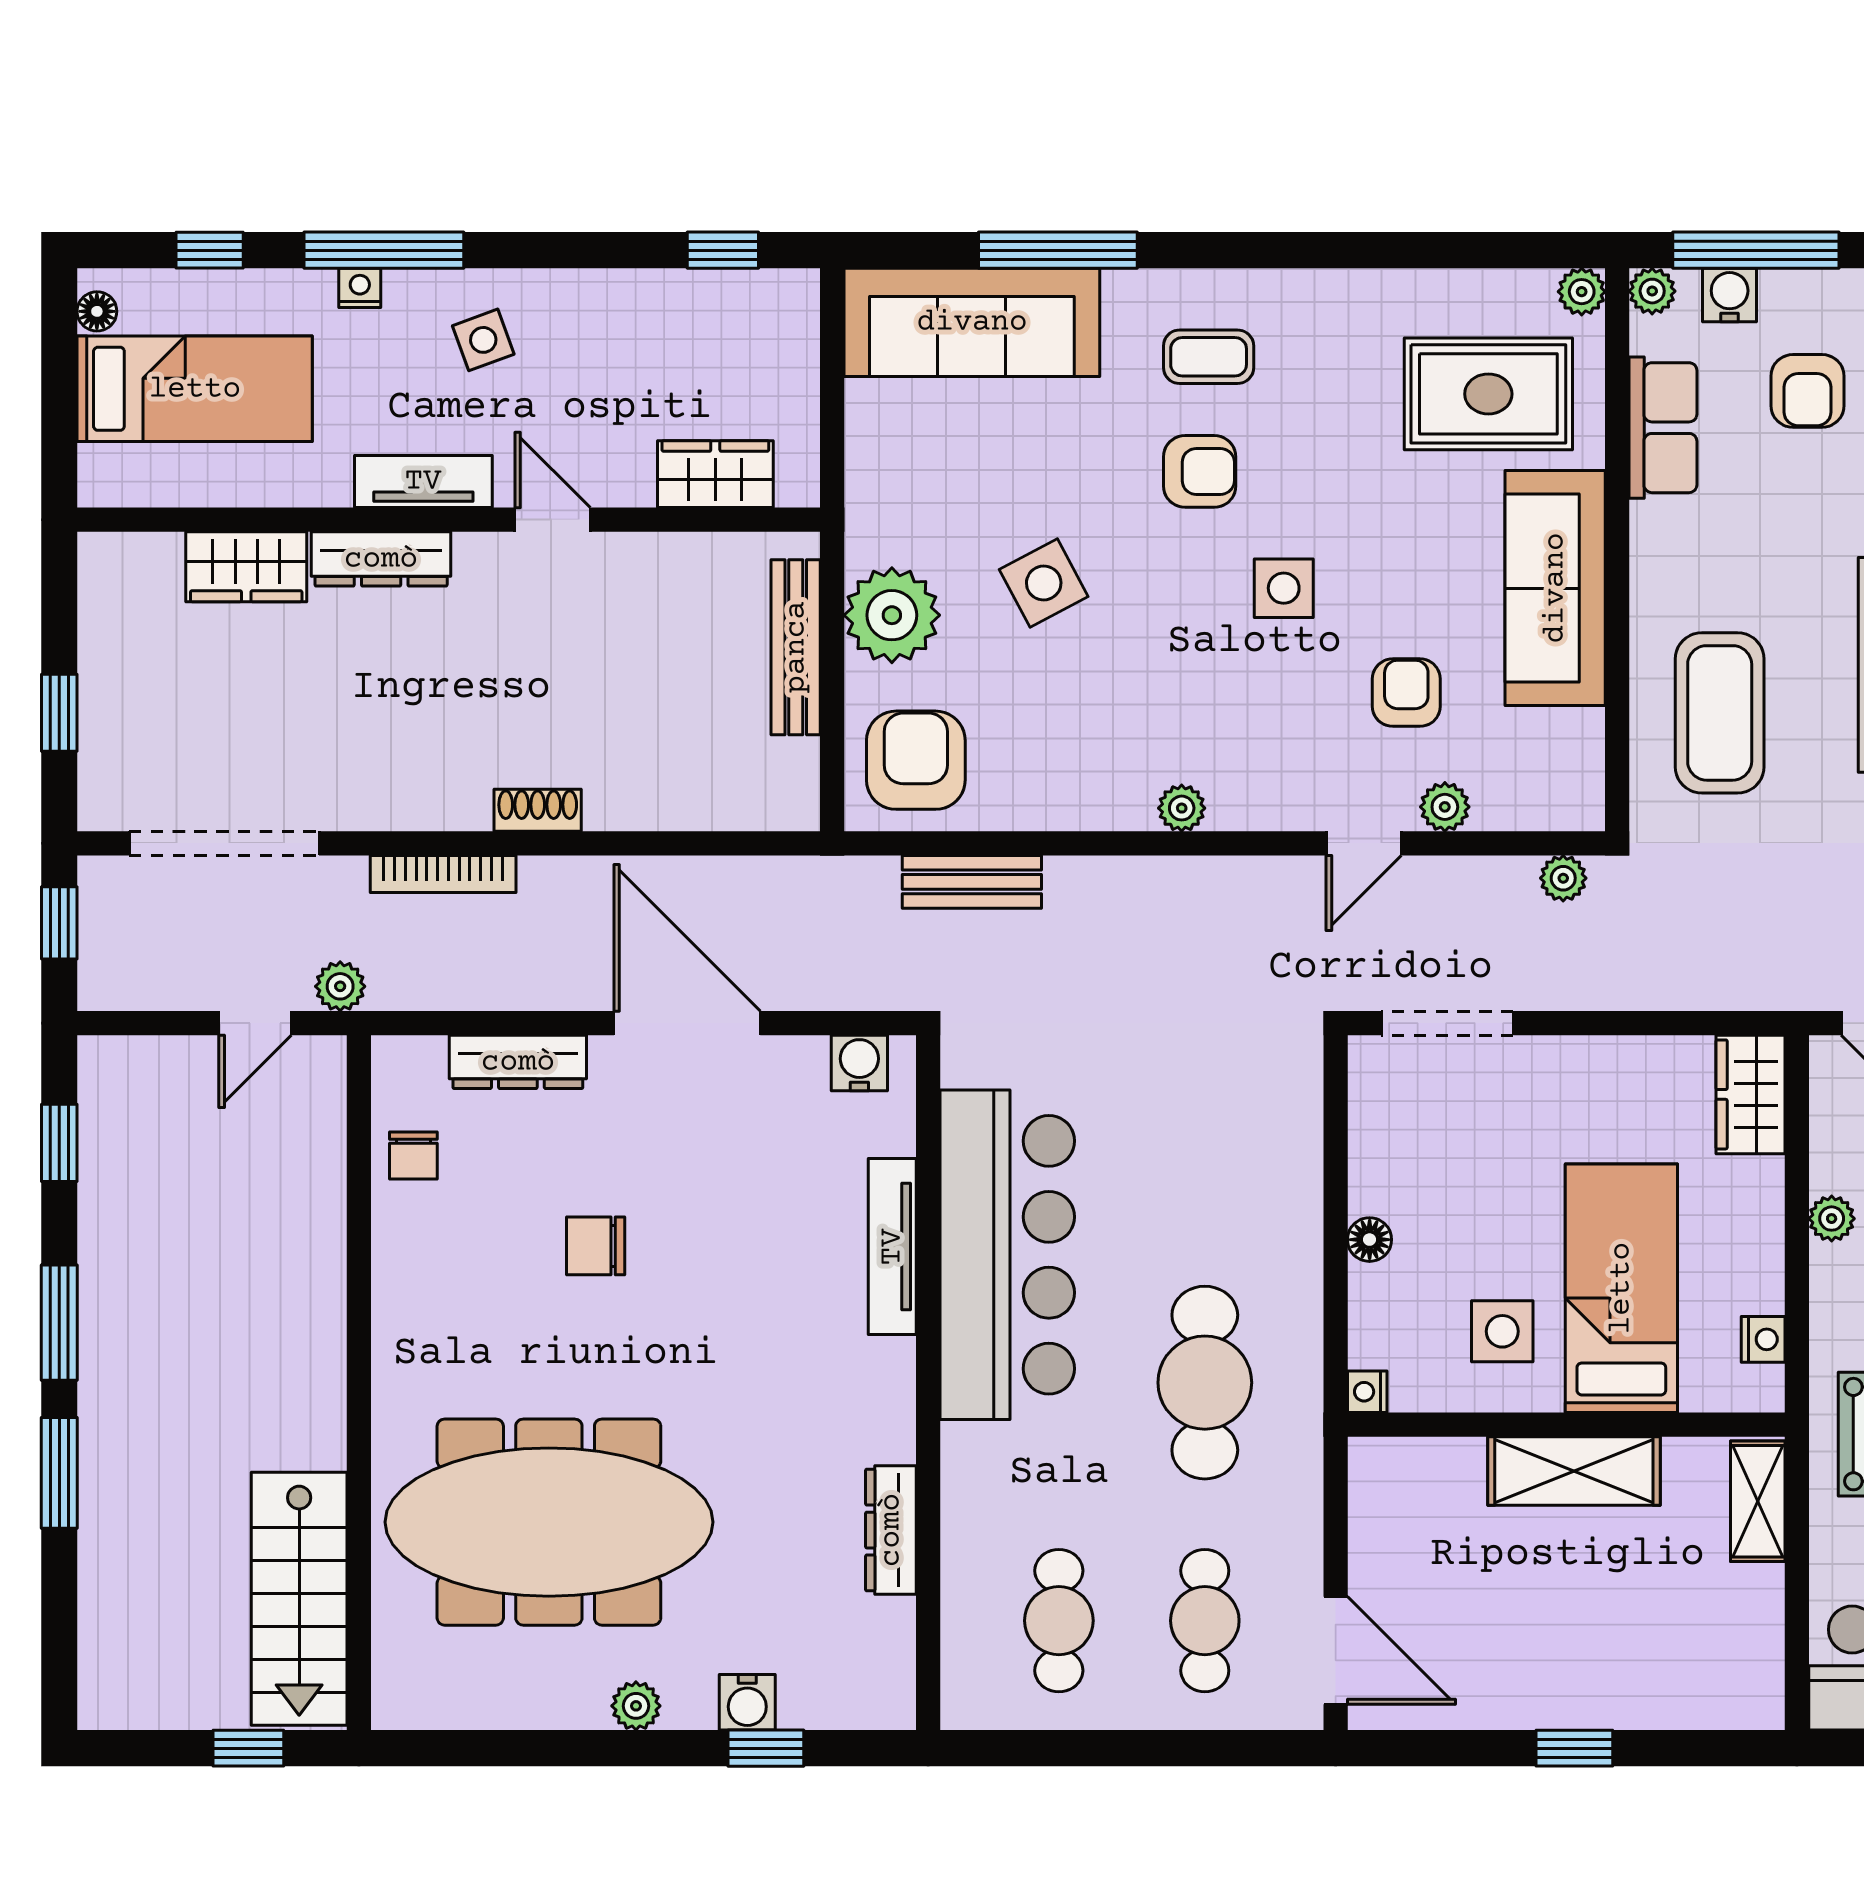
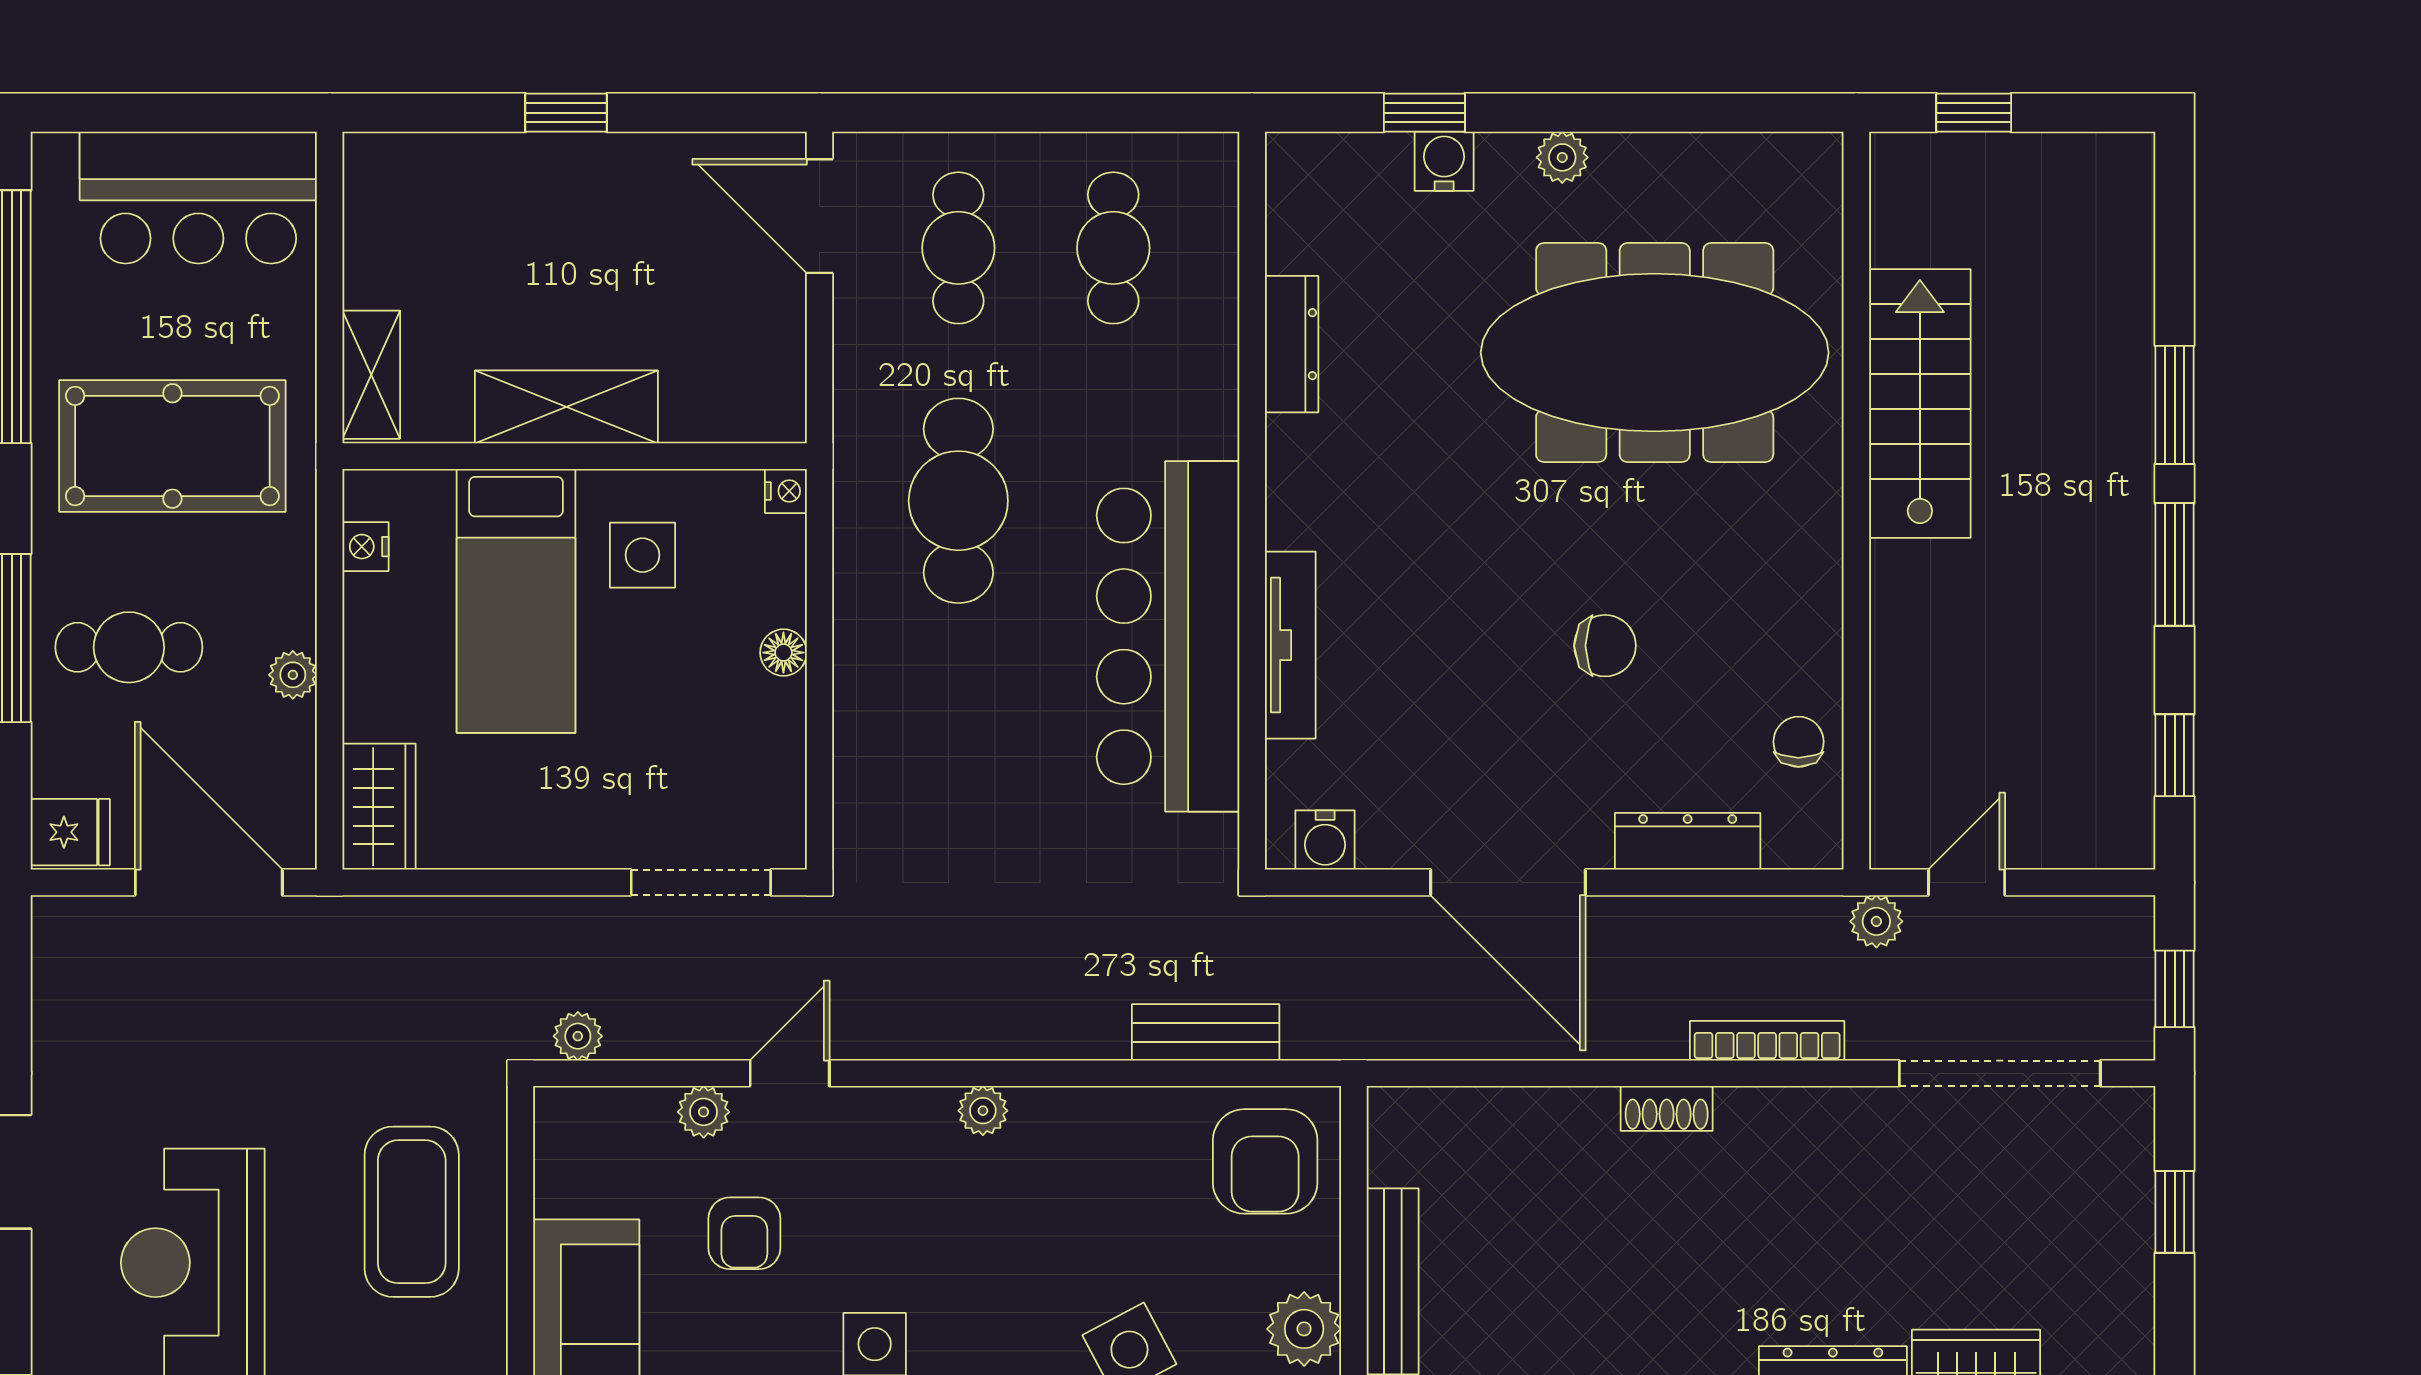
plant: (892, 615) -> (1304, 1329), width x0.73, depth x0.73
stairs: (299, 1599) -> (1920, 403), moved

